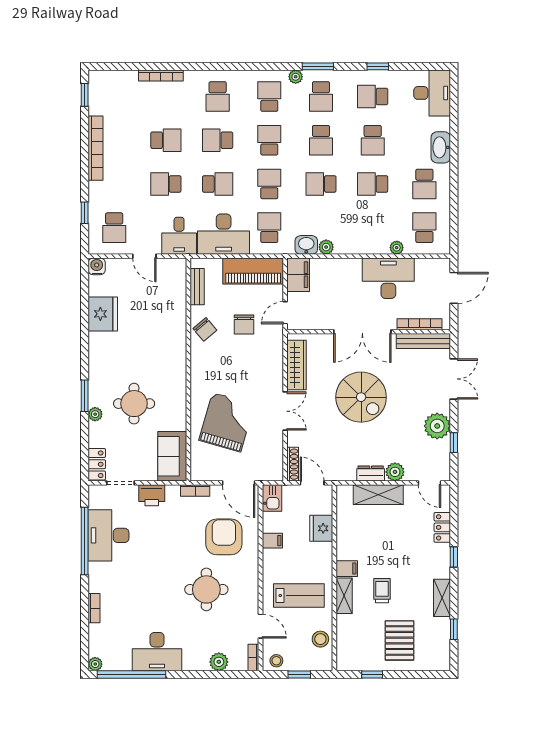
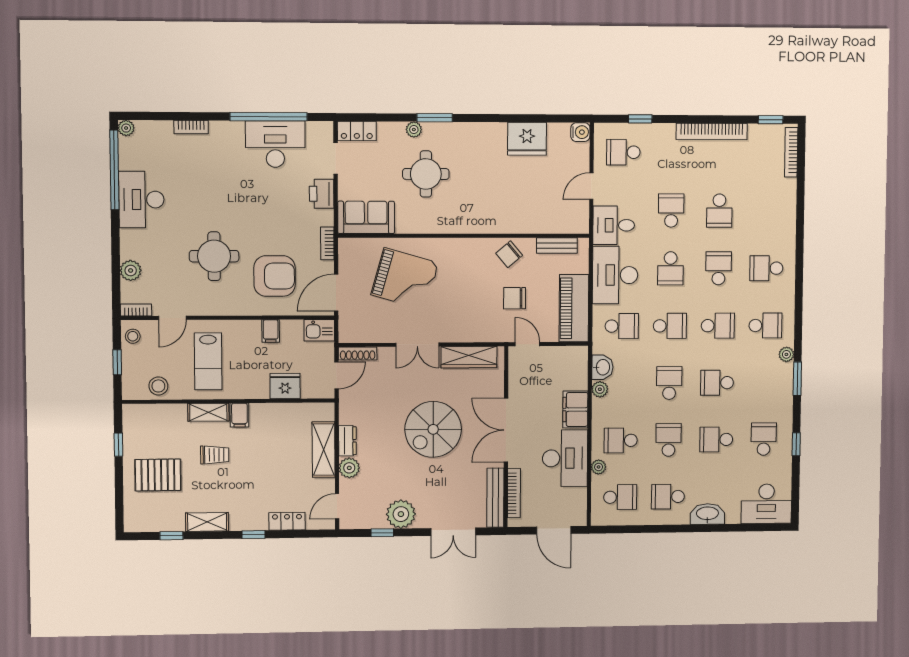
bookcase: (161, 75) -> (791, 152), moved
school desk: (321, 96) -> (621, 440), moved
filing cabinet: (298, 275) -> (575, 409), moved, turned 90

